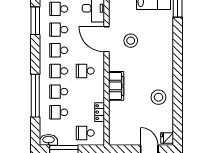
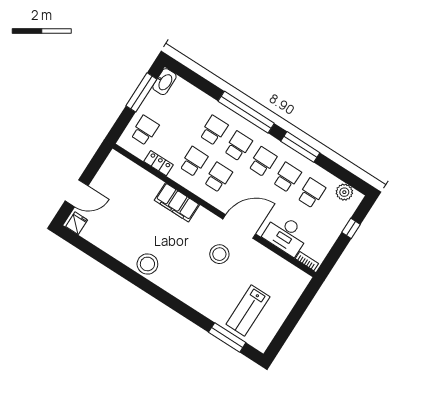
window: (35, 21) -> (300, 147), moved
window: (35, 96) -> (246, 112), moved
stool: (158, 97) -> (147, 264), moved
school desk: (59, 112) -> (194, 162), moved

